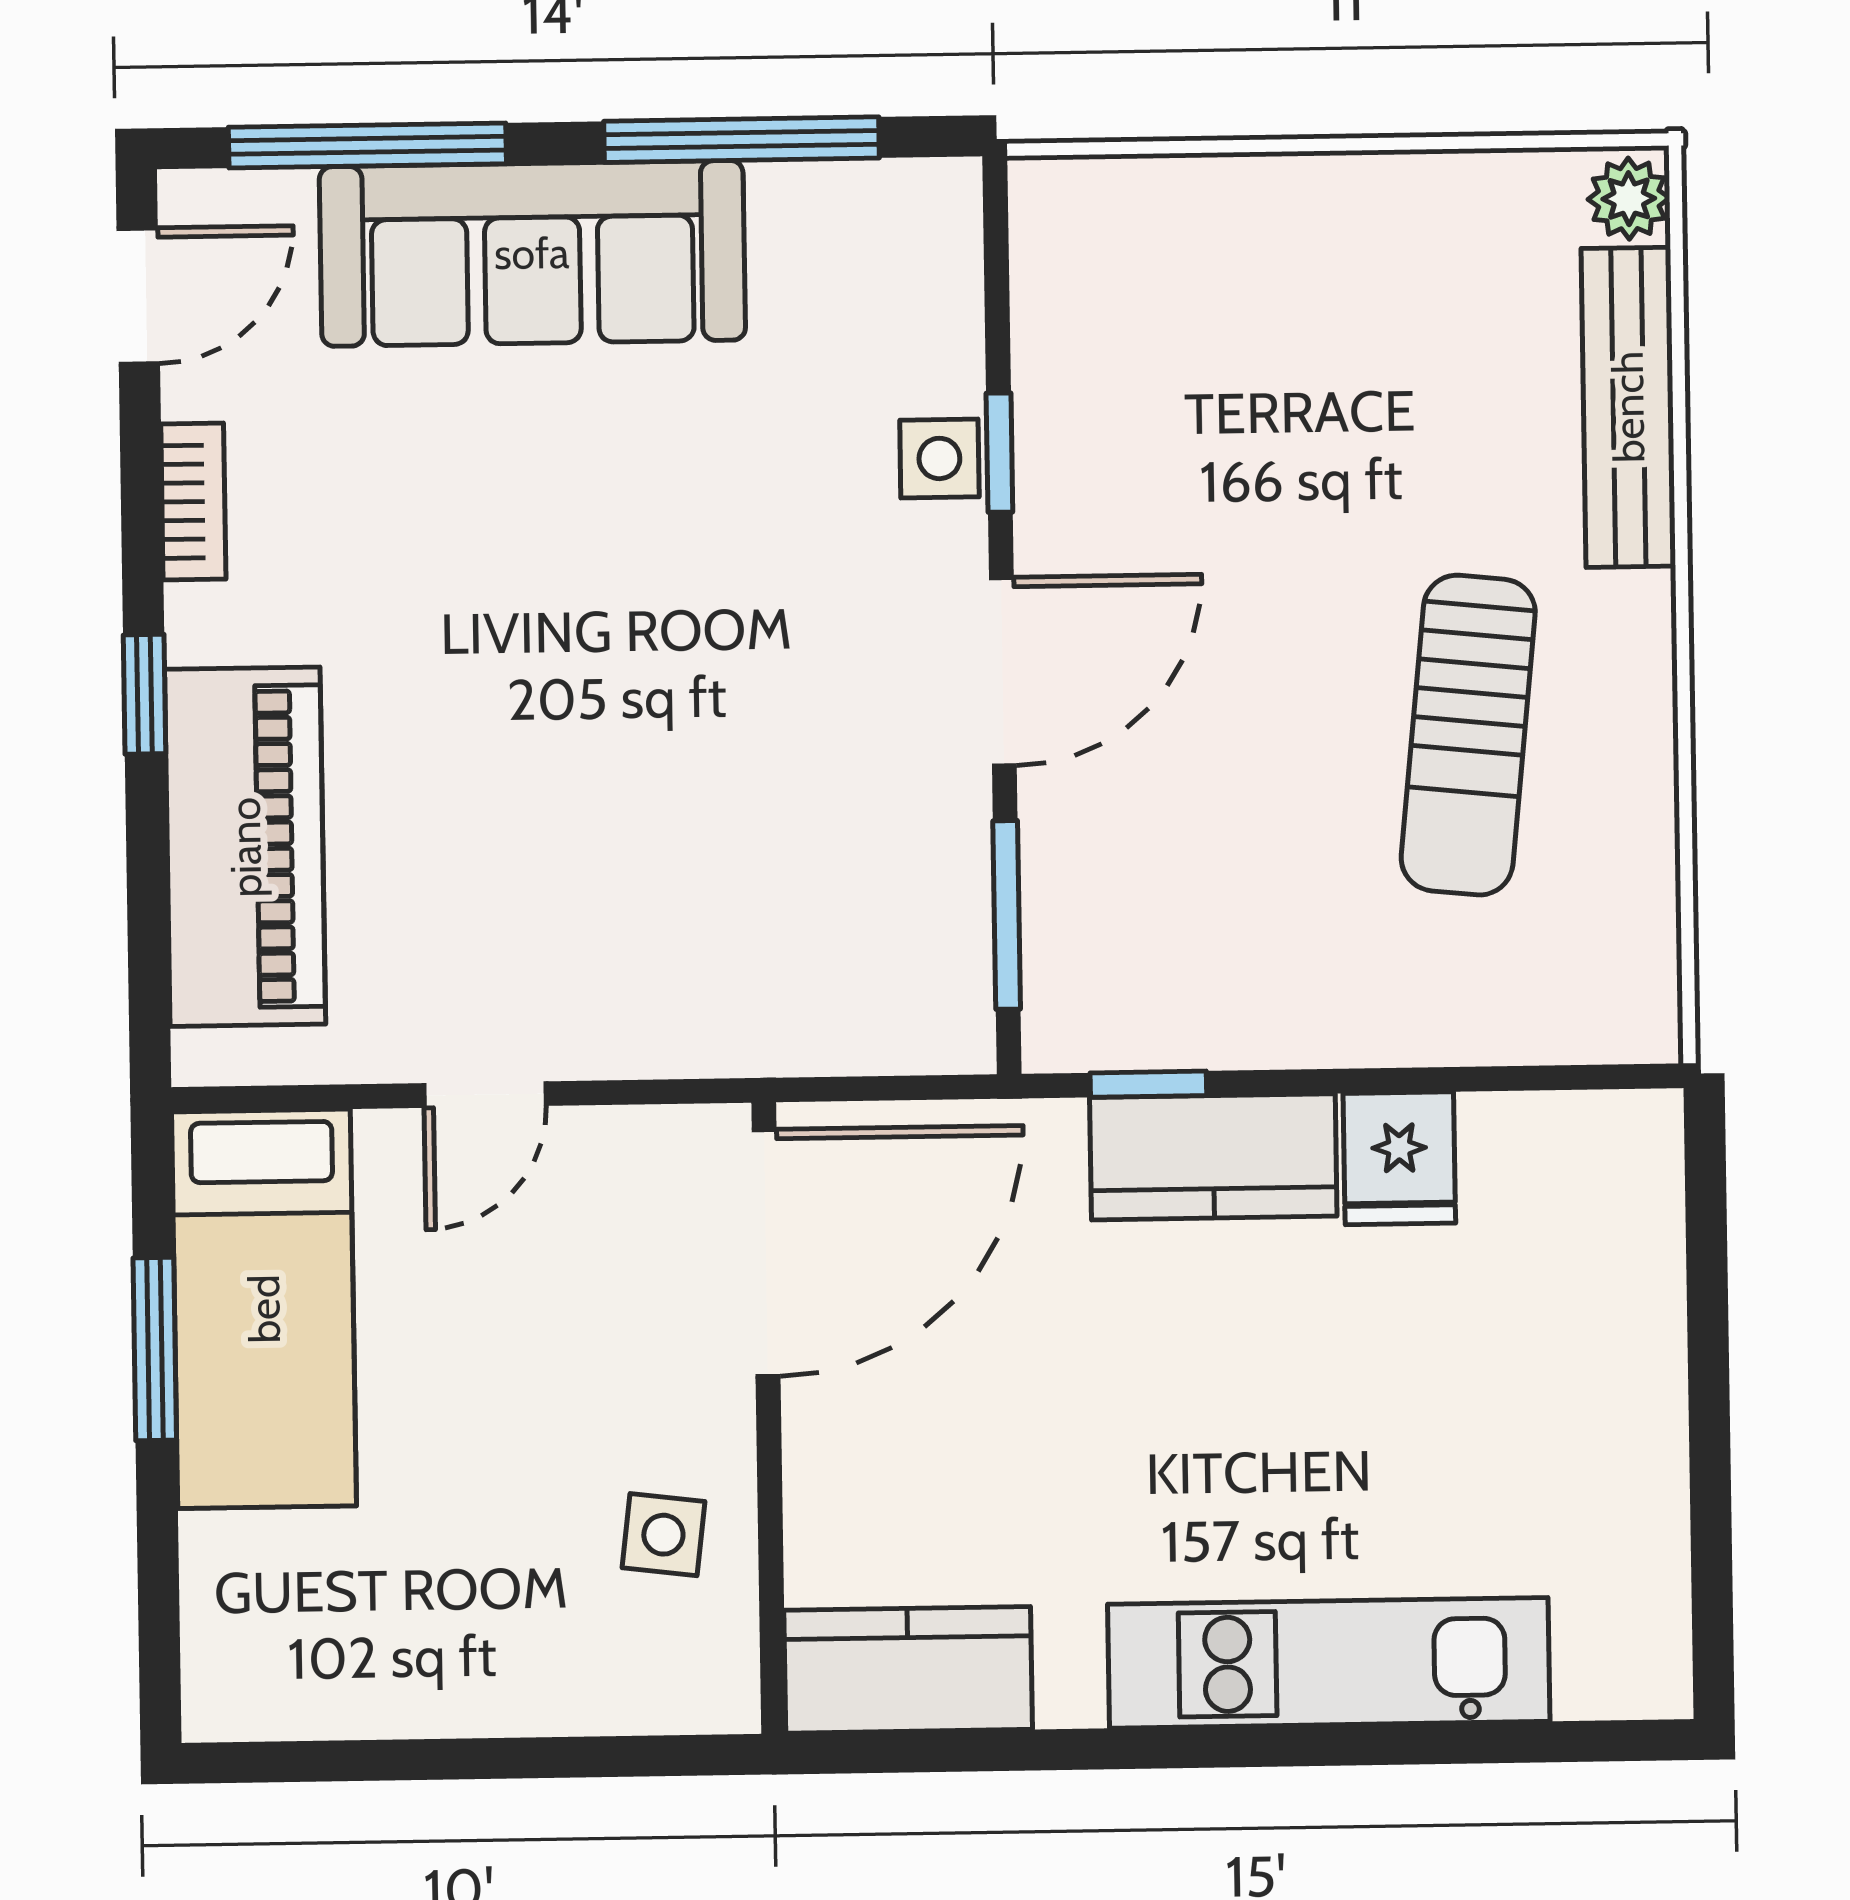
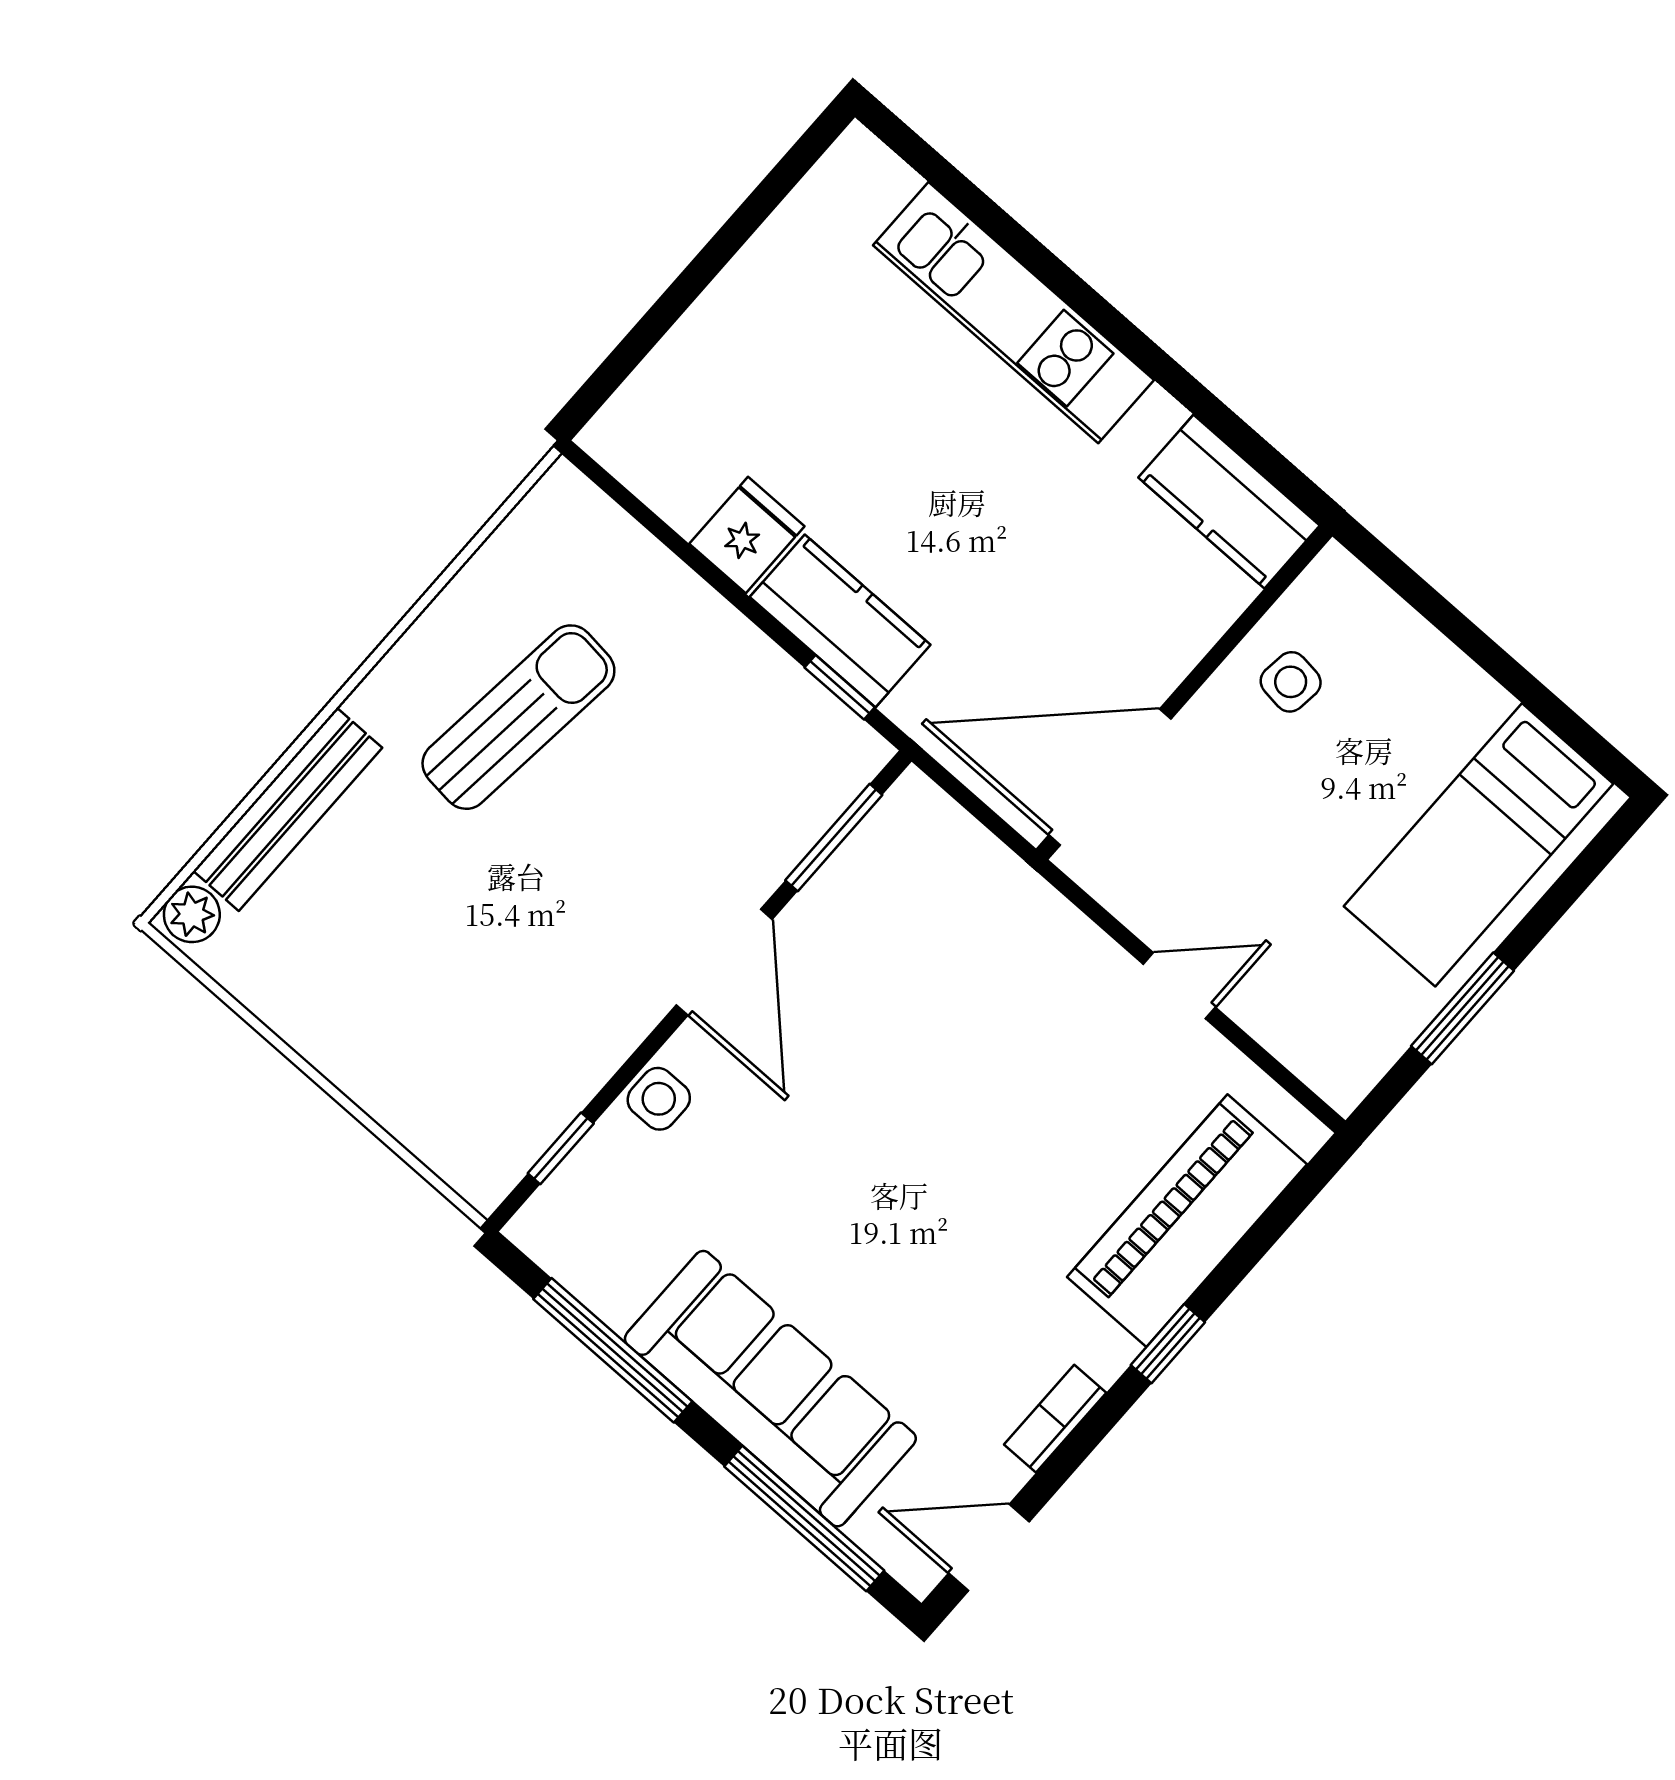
window: (999, 453) -> (561, 1148), moved
door: (1003, 672) -> (724, 962), swing flipped
bed: (264, 1309) -> (1479, 845), moved, turned 180

